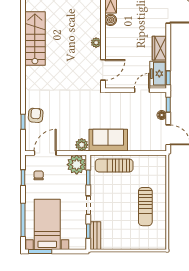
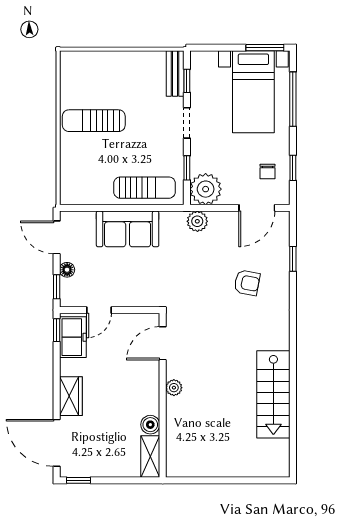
wardrobe: (159, 48) -> (71, 396), moved
armchair: (36, 115) -> (247, 283), moved, turned -83
sofa: (108, 140) -> (128, 229), moved
sun lounger: (145, 207) -> (94, 121), turned -90

